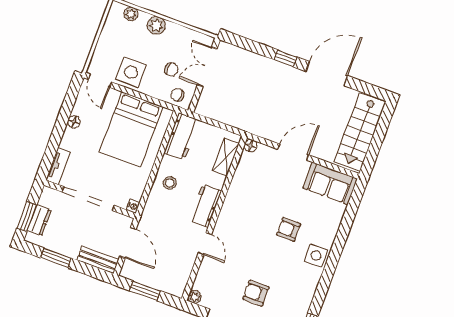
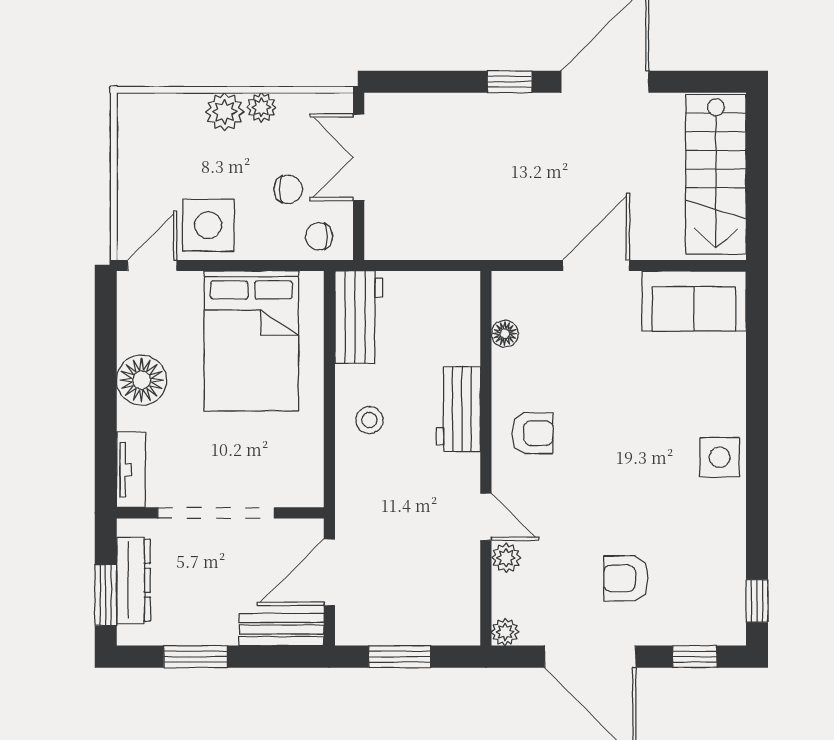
plant: (131, 14) -> (261, 107), moved
door: (100, 81) -> (152, 266), swing flipped
floor lamp: (74, 122) -> (142, 380), width x1.89, depth x1.89
floor lamp: (250, 146) -> (505, 334), moved
shelving: (226, 157) -> (463, 326), removed
nightstand: (133, 206) -> (312, 495), removed
workbench: (205, 206) -> (458, 409), moved
dresser: (39, 220) -> (134, 580), width x1.44
armchair: (289, 229) -> (533, 433), moved, turned 180
door: (128, 243) -> (329, 572), swing flipped
plant: (207, 265) -> (506, 558), added

